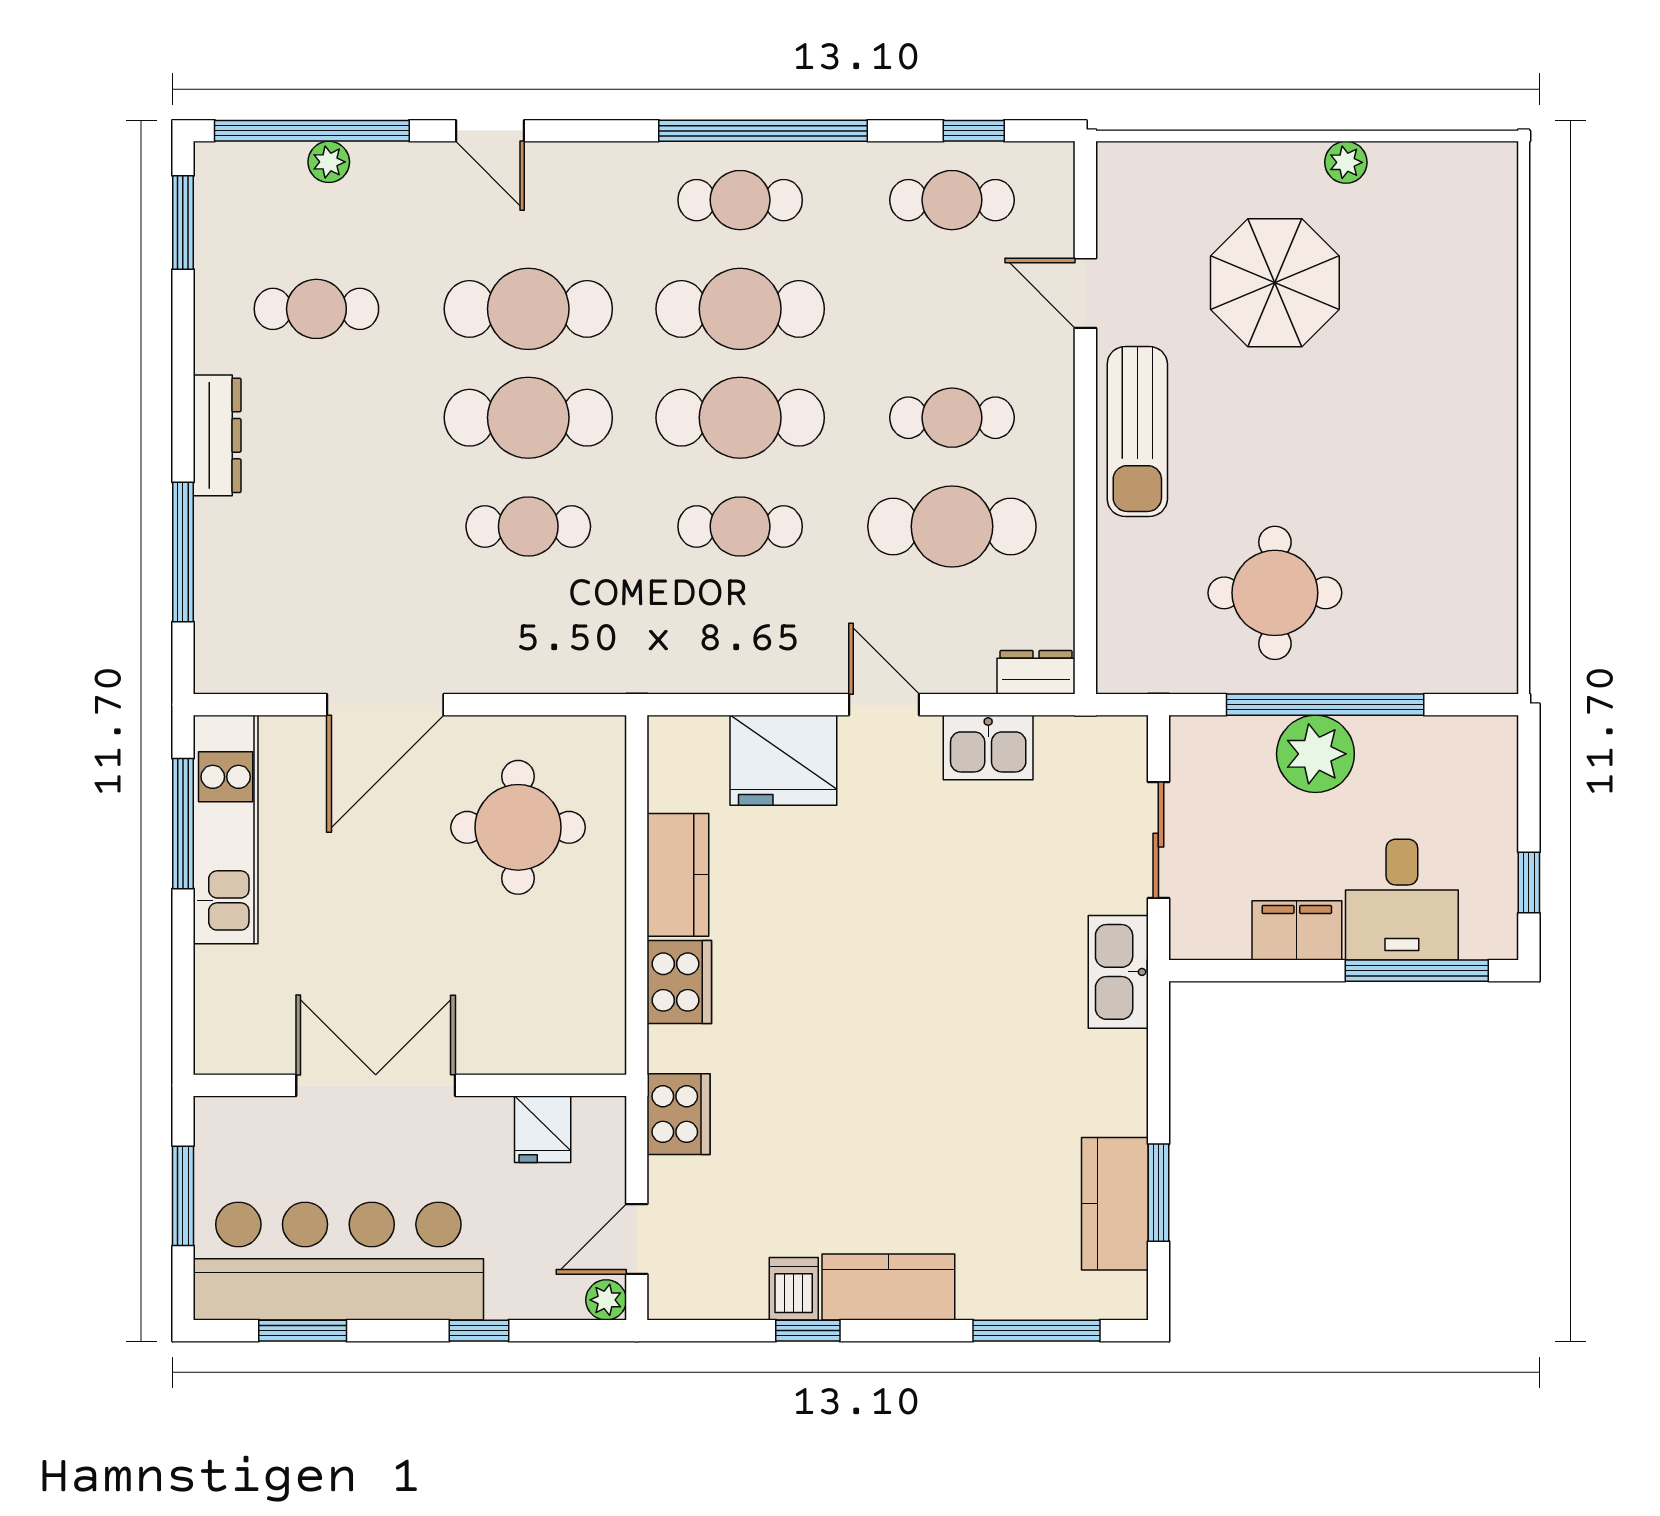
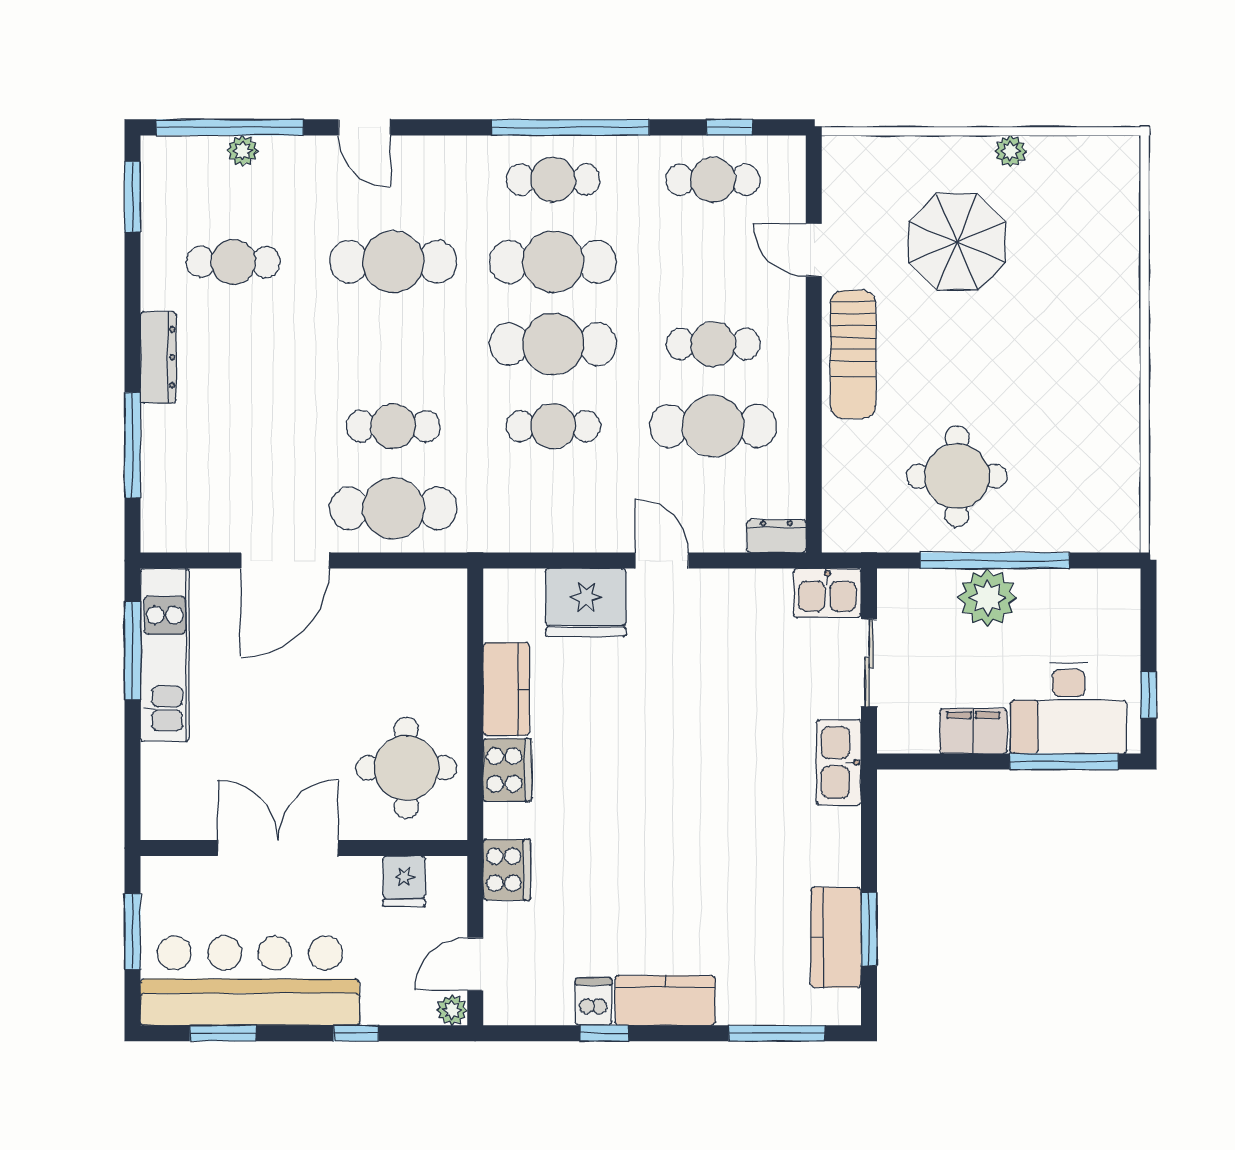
cafe table: (528, 418) -> (393, 508), moved
kitchen sink: (988, 747) -> (827, 593), moved
round table: (518, 827) -> (406, 768), moved
desk: (1402, 900) -> (1069, 708), width x1.37

